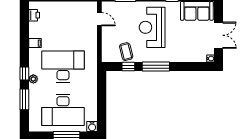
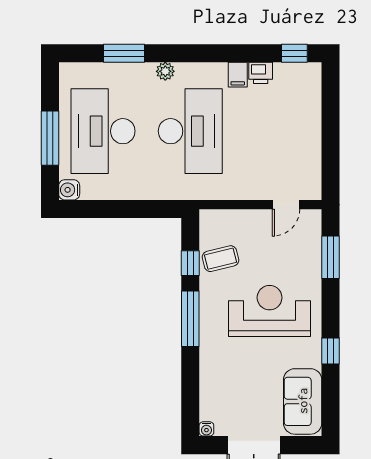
printer: (34, 15) -> (261, 73), moved
window: (24, 73) -> (294, 53), moved

